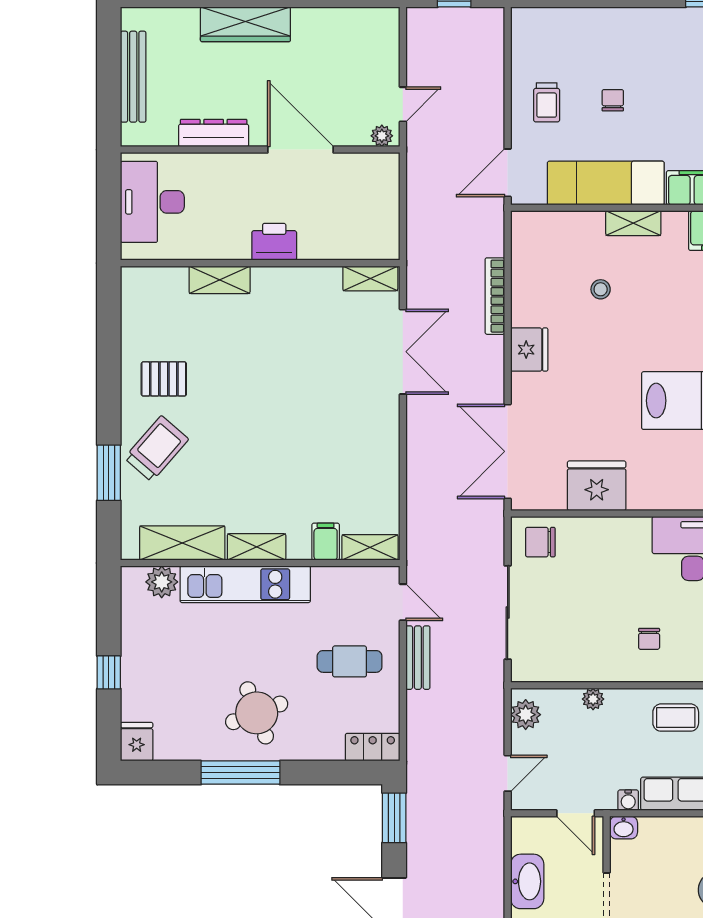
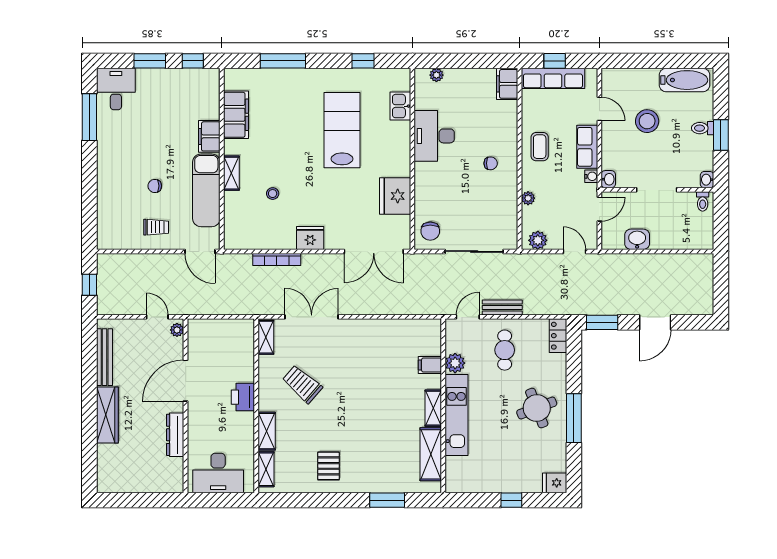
bench: (133, 77) -> (105, 357), moved, turned 90
trolley: (156, 449) -> (302, 384), moved
shelving: (370, 547) -> (266, 469), moved
plant: (162, 582) -> (455, 363), moved
washbasin: (527, 881) -> (637, 239), width x0.72

